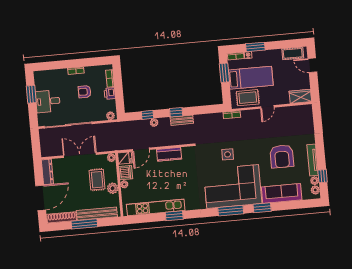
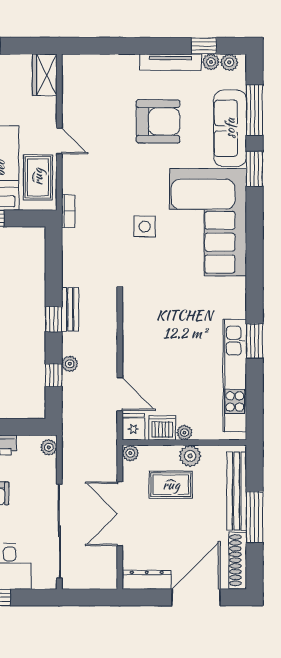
kitchen counter: (169, 154) -> (134, 340), removed
door: (41, 198) -> (196, 597), hinge flipped
window: (231, 211) -> (254, 110), moved

